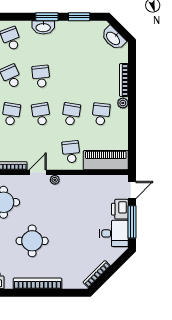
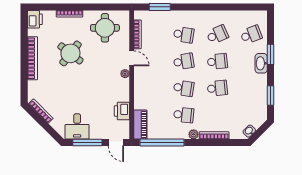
window: (47, 17) -> (271, 54), moved
washbasin: (113, 38) -> (249, 131), width x0.52, depth x0.69
window: (132, 138) -> (162, 143), added
school desk: (71, 152) -> (217, 88), moved
piano: (106, 160) -> (140, 125), width x0.73, depth x0.75
printer: (120, 209) -> (122, 111), moved, turned -90
round table: (32, 241) -> (70, 53), turned 38

